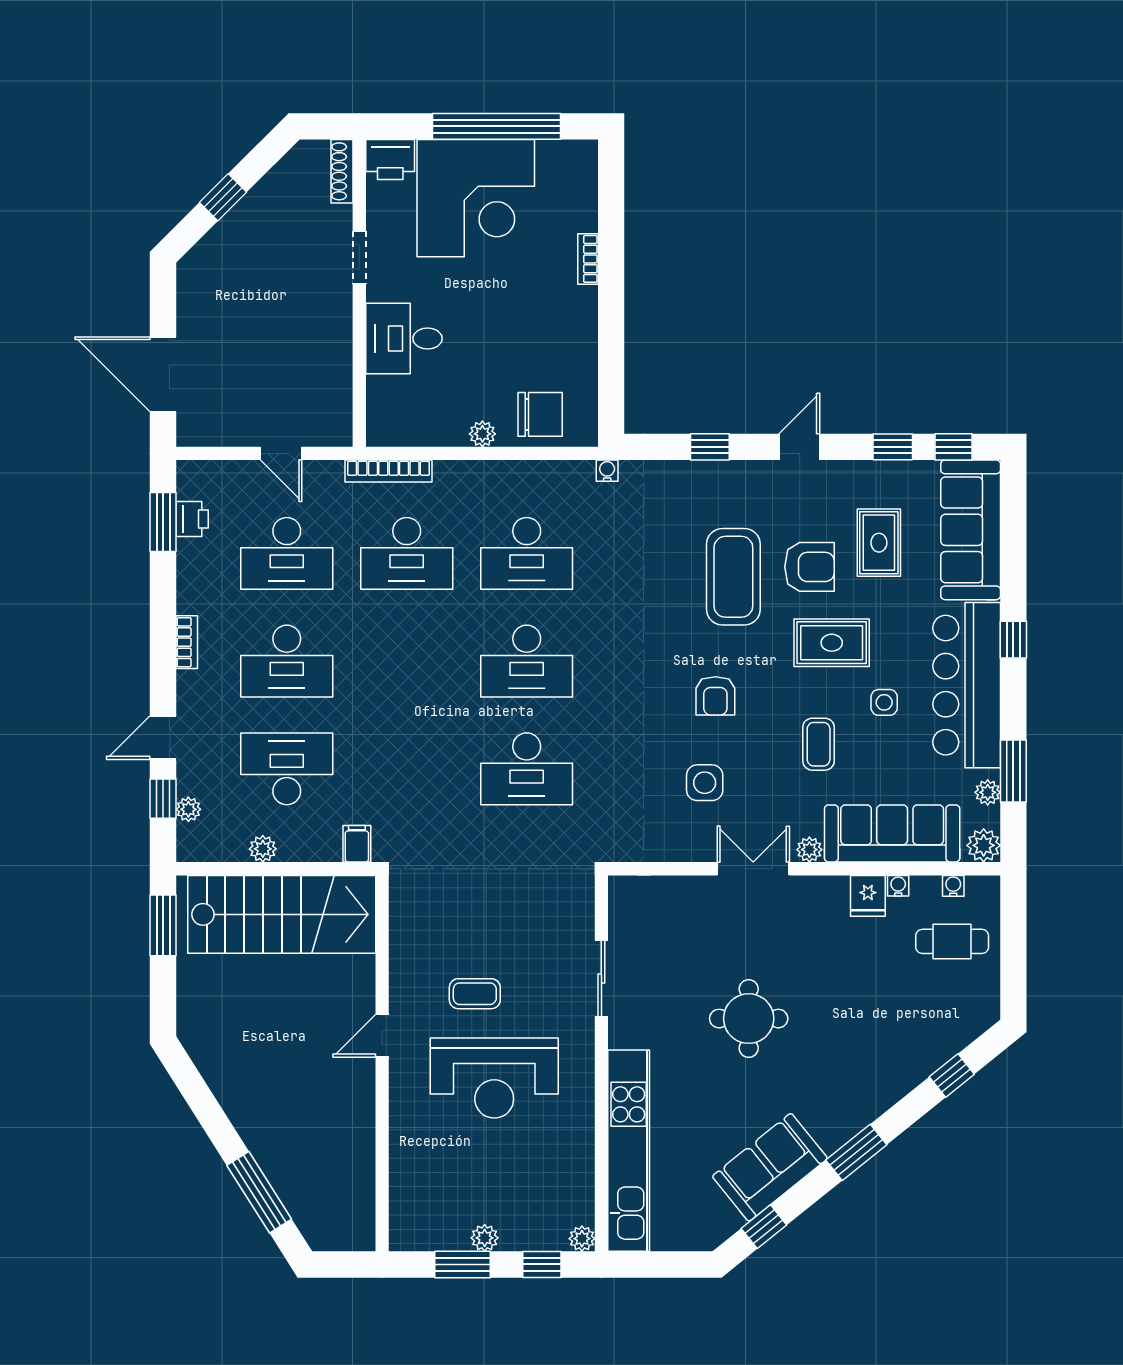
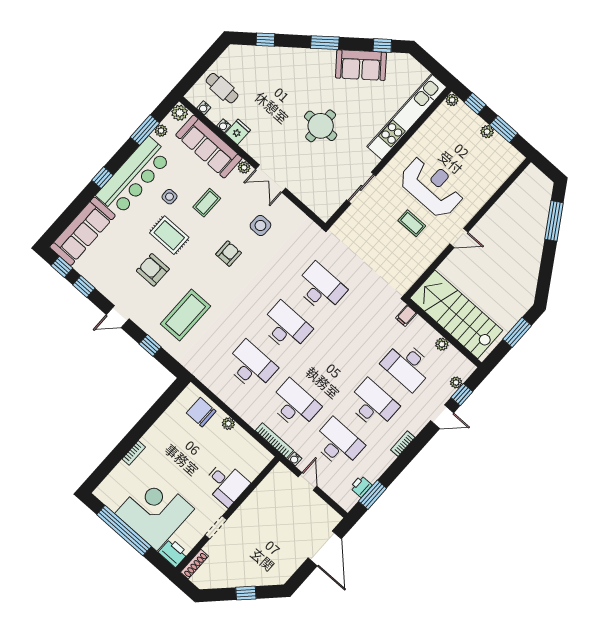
water cooler: (607, 471) -> (295, 459), moved
rug: (879, 543) -> (120, 256), removed
coffee table: (733, 577) -> (185, 315), moved
window: (163, 925) -> (517, 332), moved

